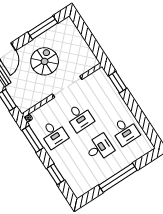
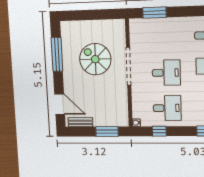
spiral stairs: (45, 61) -> (95, 59), moved
window: (33, 139) -> (159, 131), width x0.46

